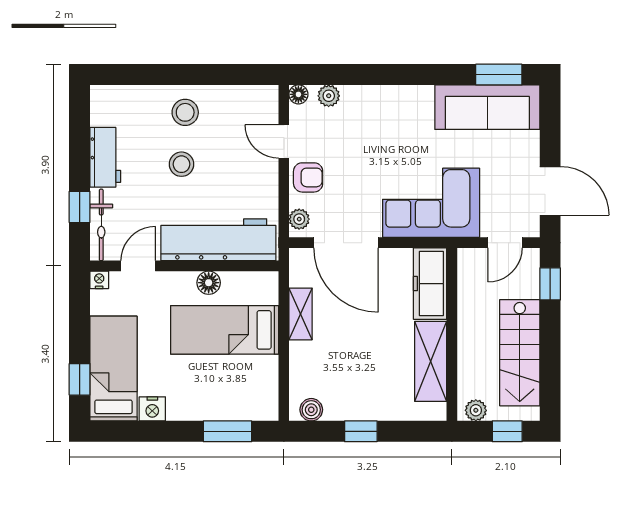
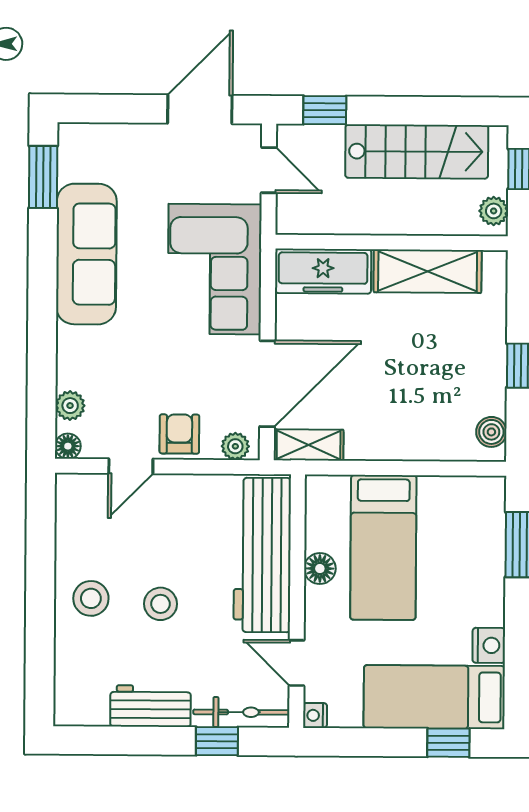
sofa: (487, 107) -> (86, 254), moved
shelving: (301, 314) -> (309, 445), moved

